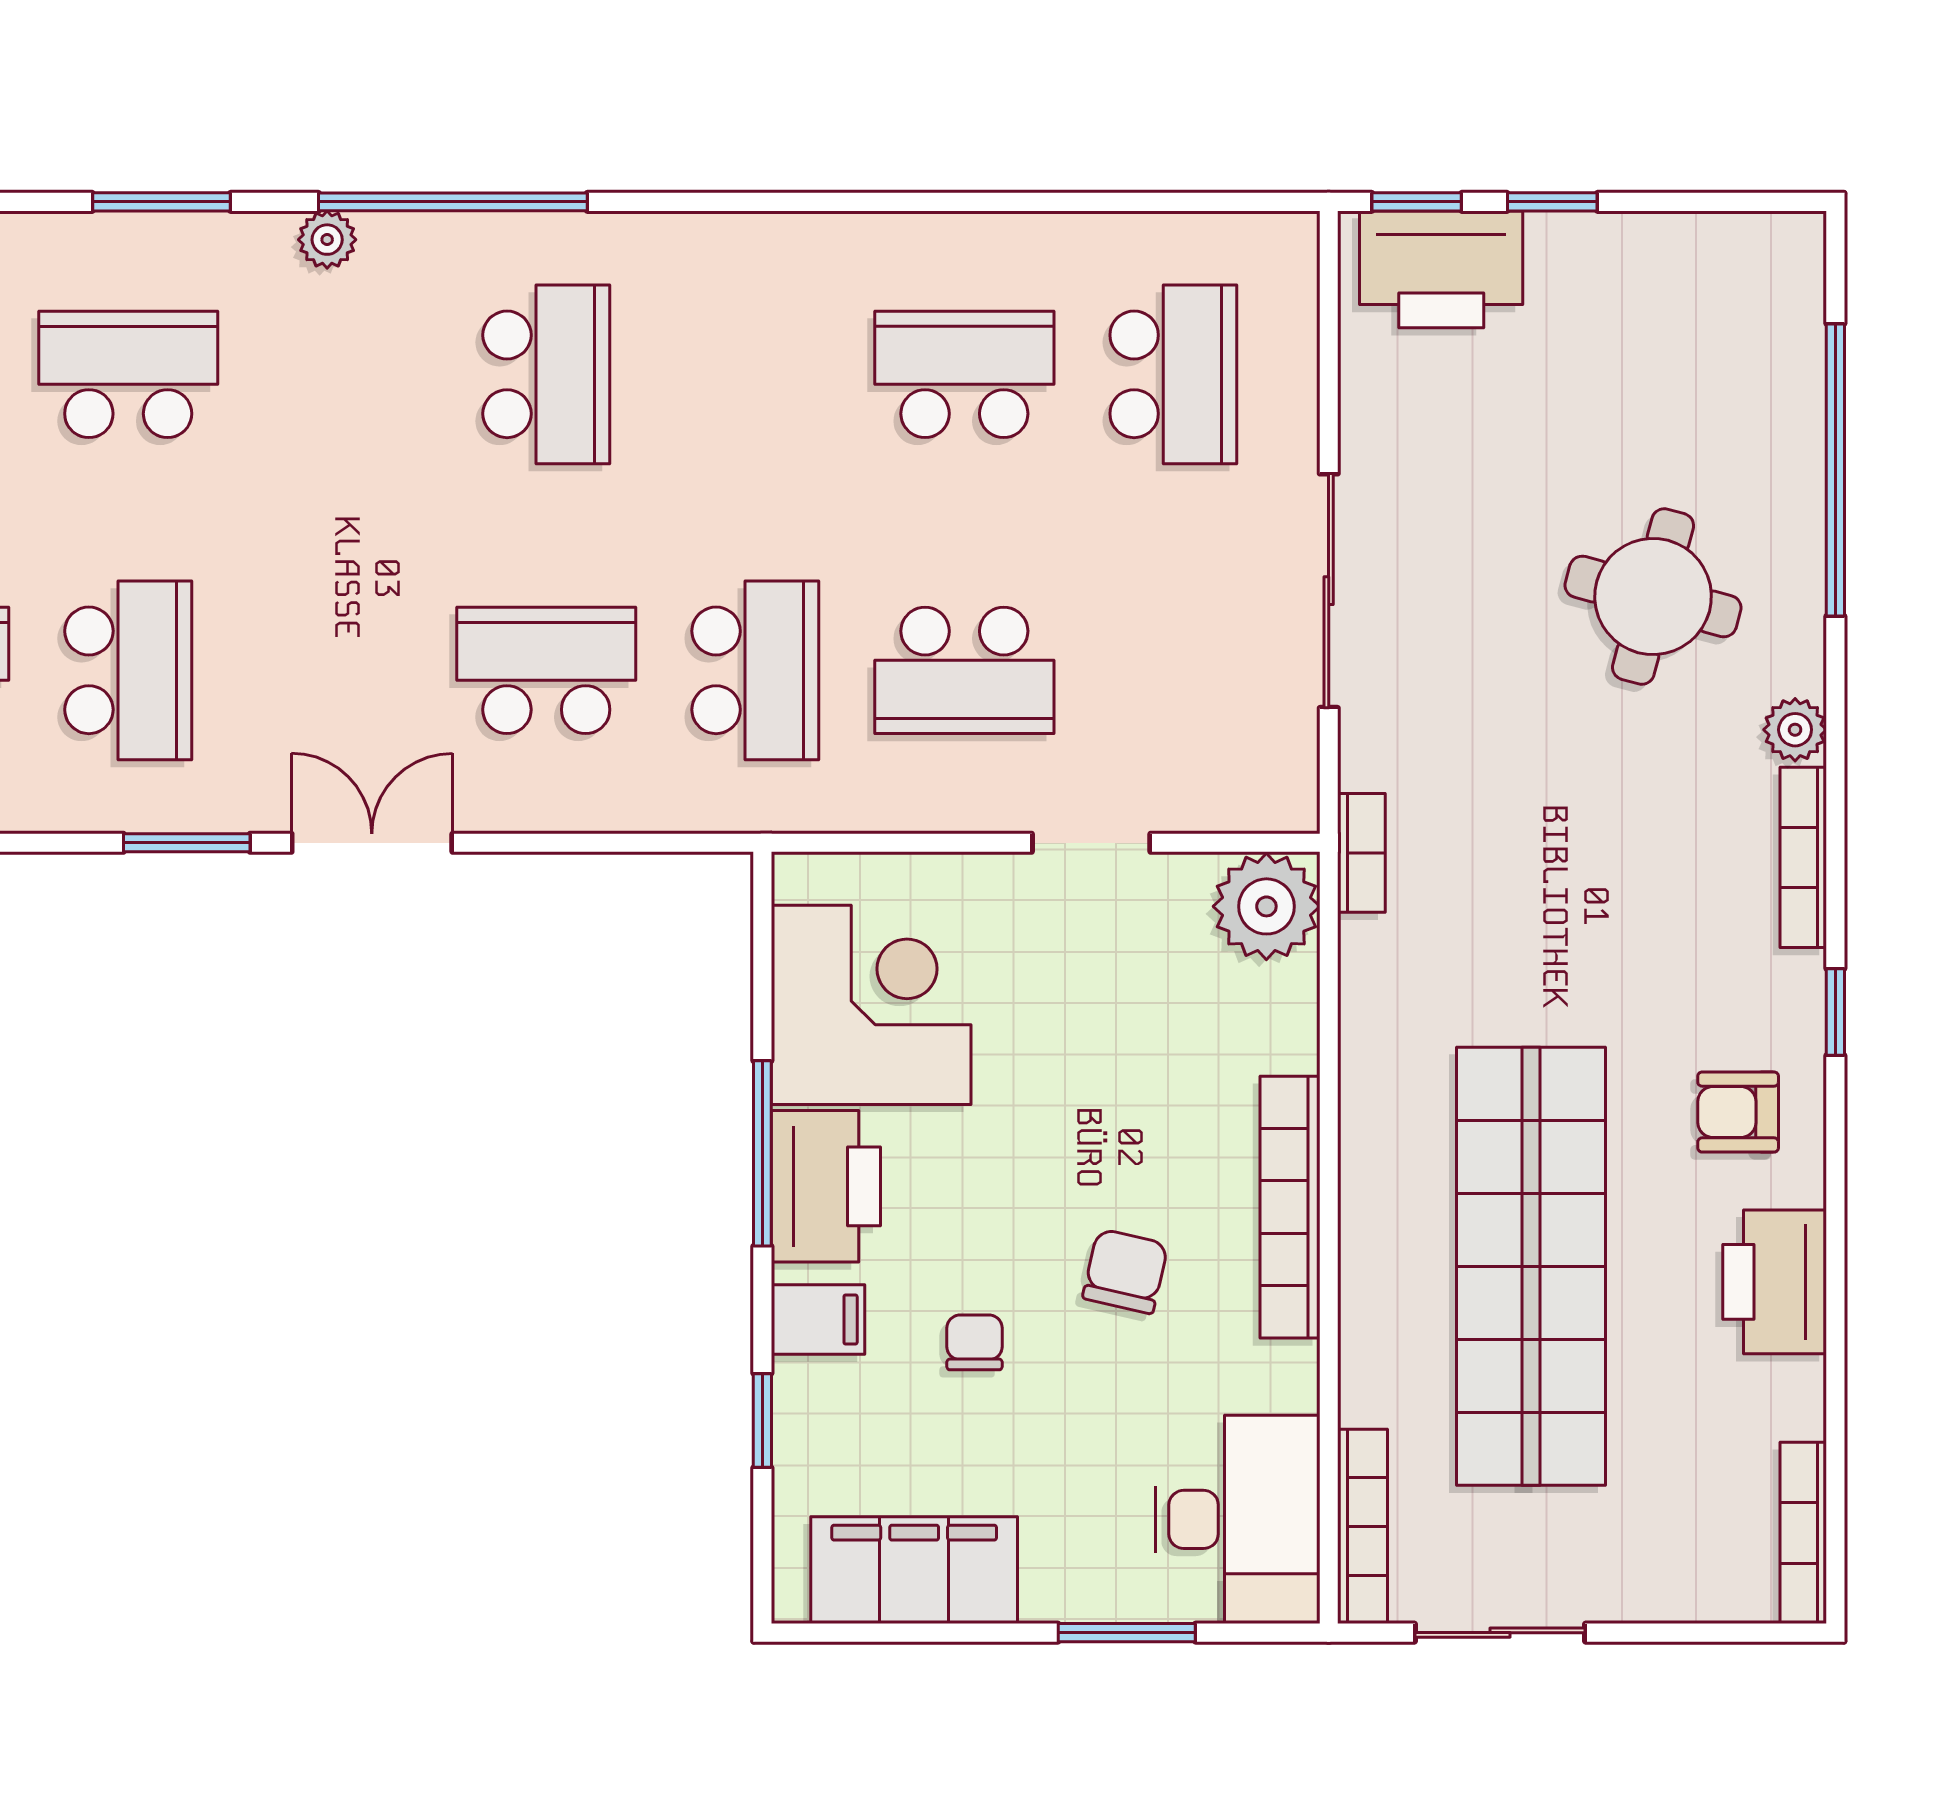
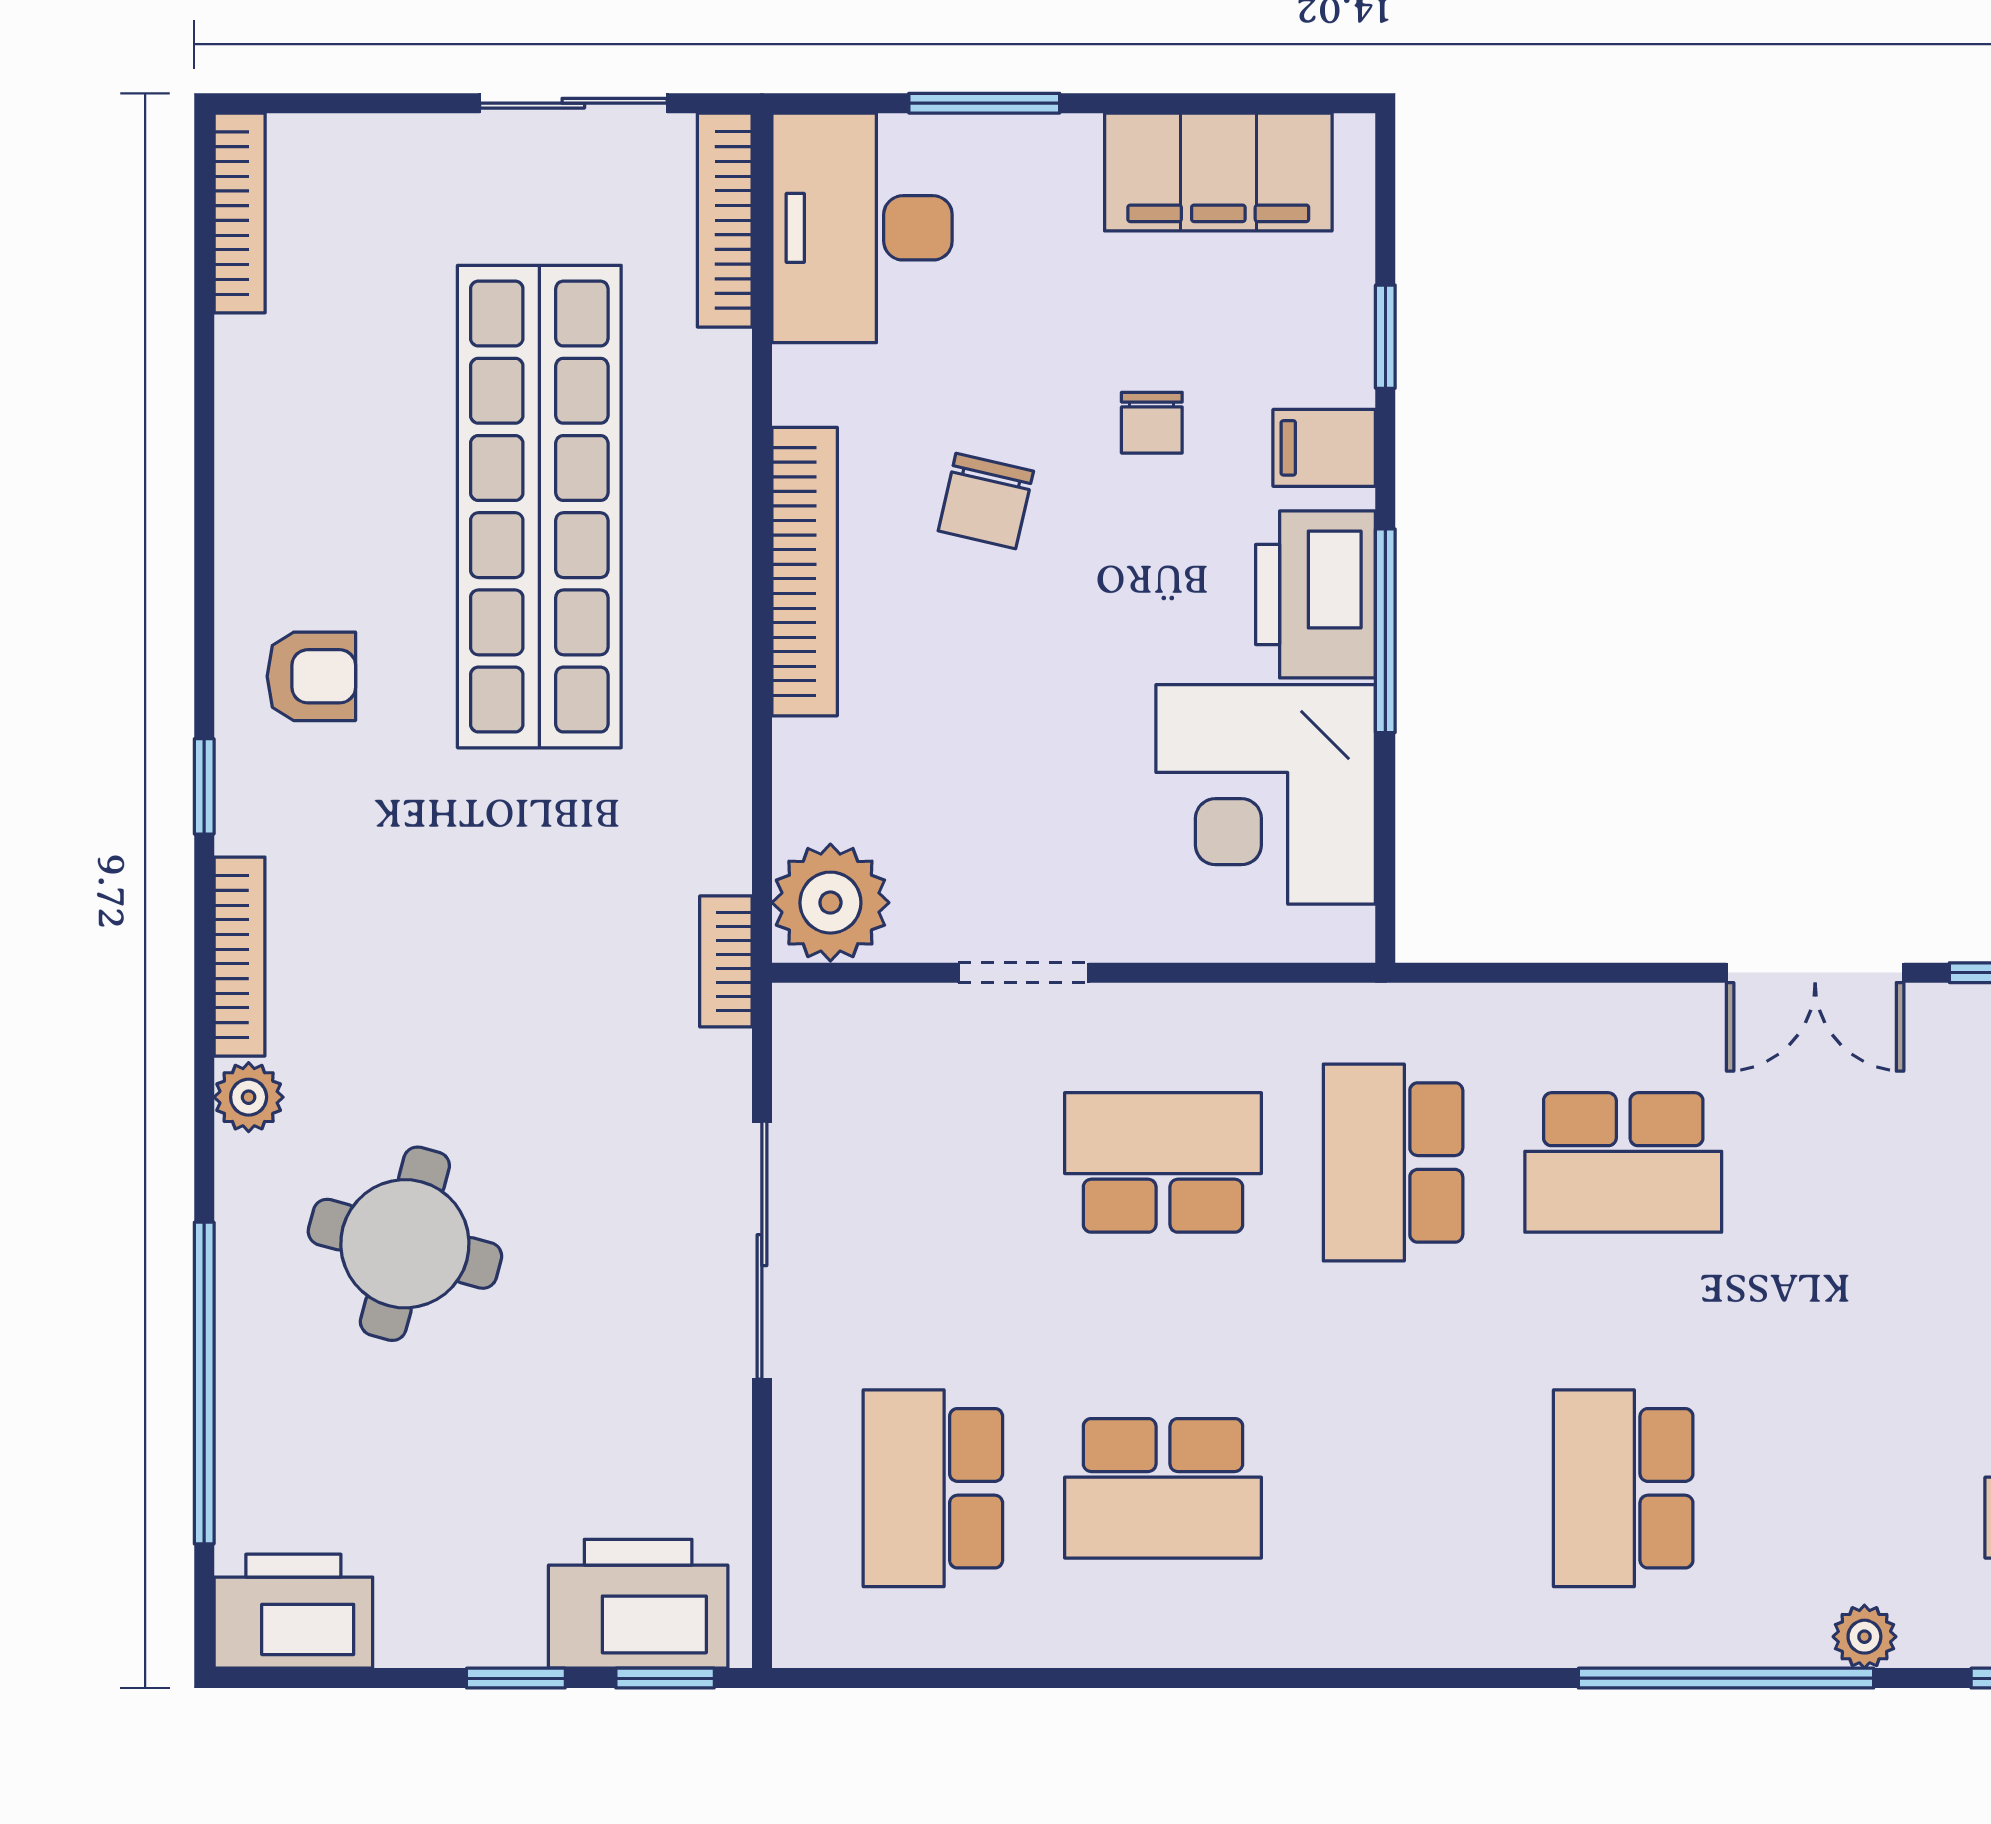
printer: (1775, 1282) -> (293, 1611), moved, turned -90

